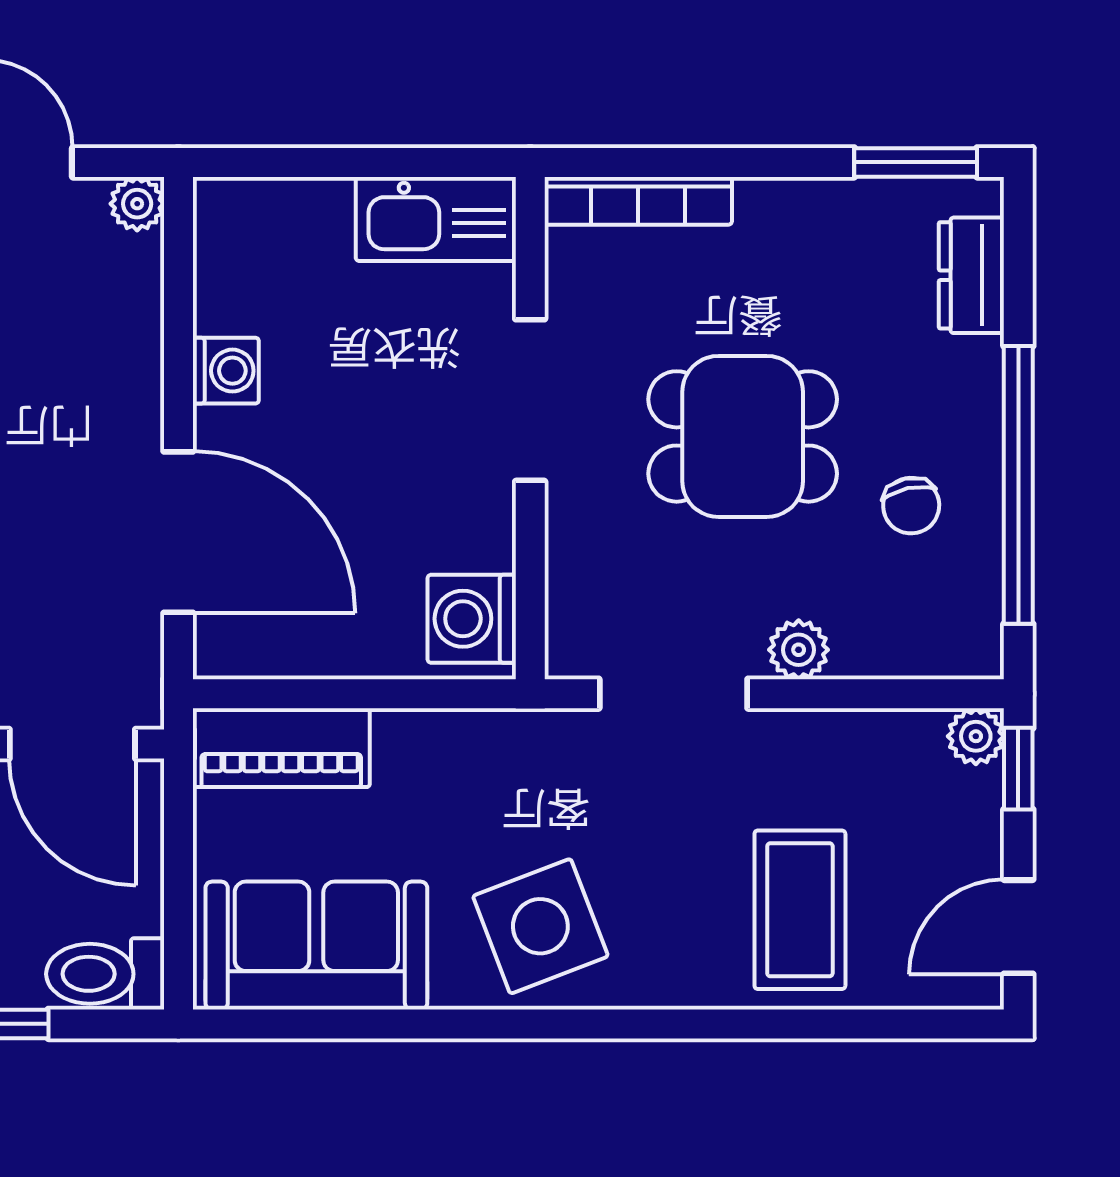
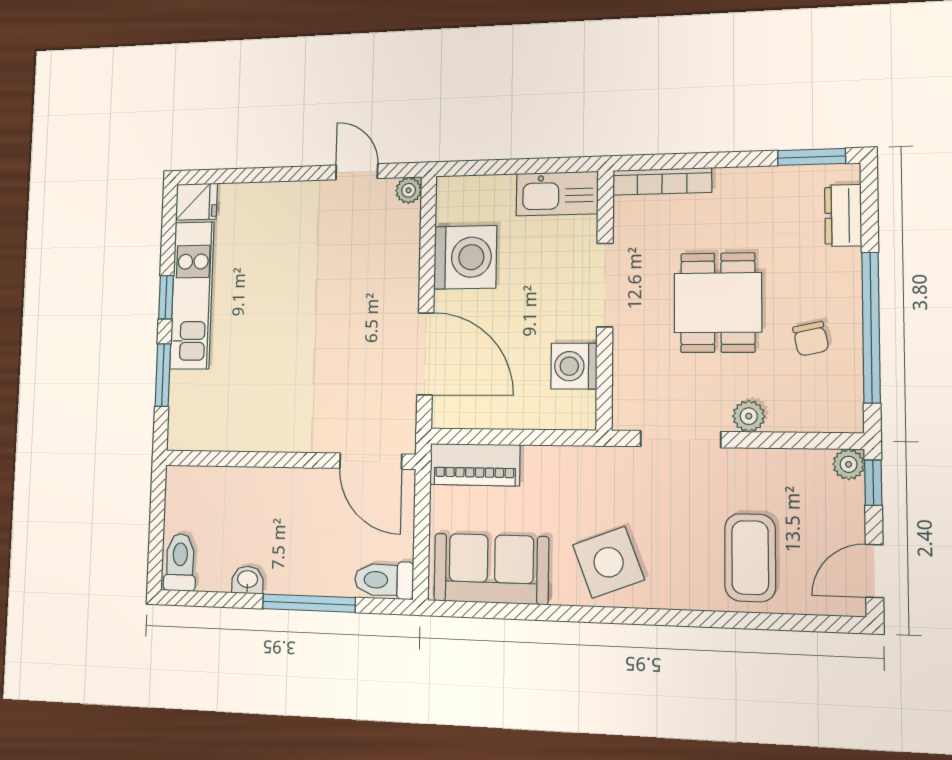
washing machine: (226, 371) -> (465, 257), width x1.89, depth x1.89
dining table: (743, 436) -> (718, 303), turned 90
washing machine: (472, 619) -> (574, 366), moved

